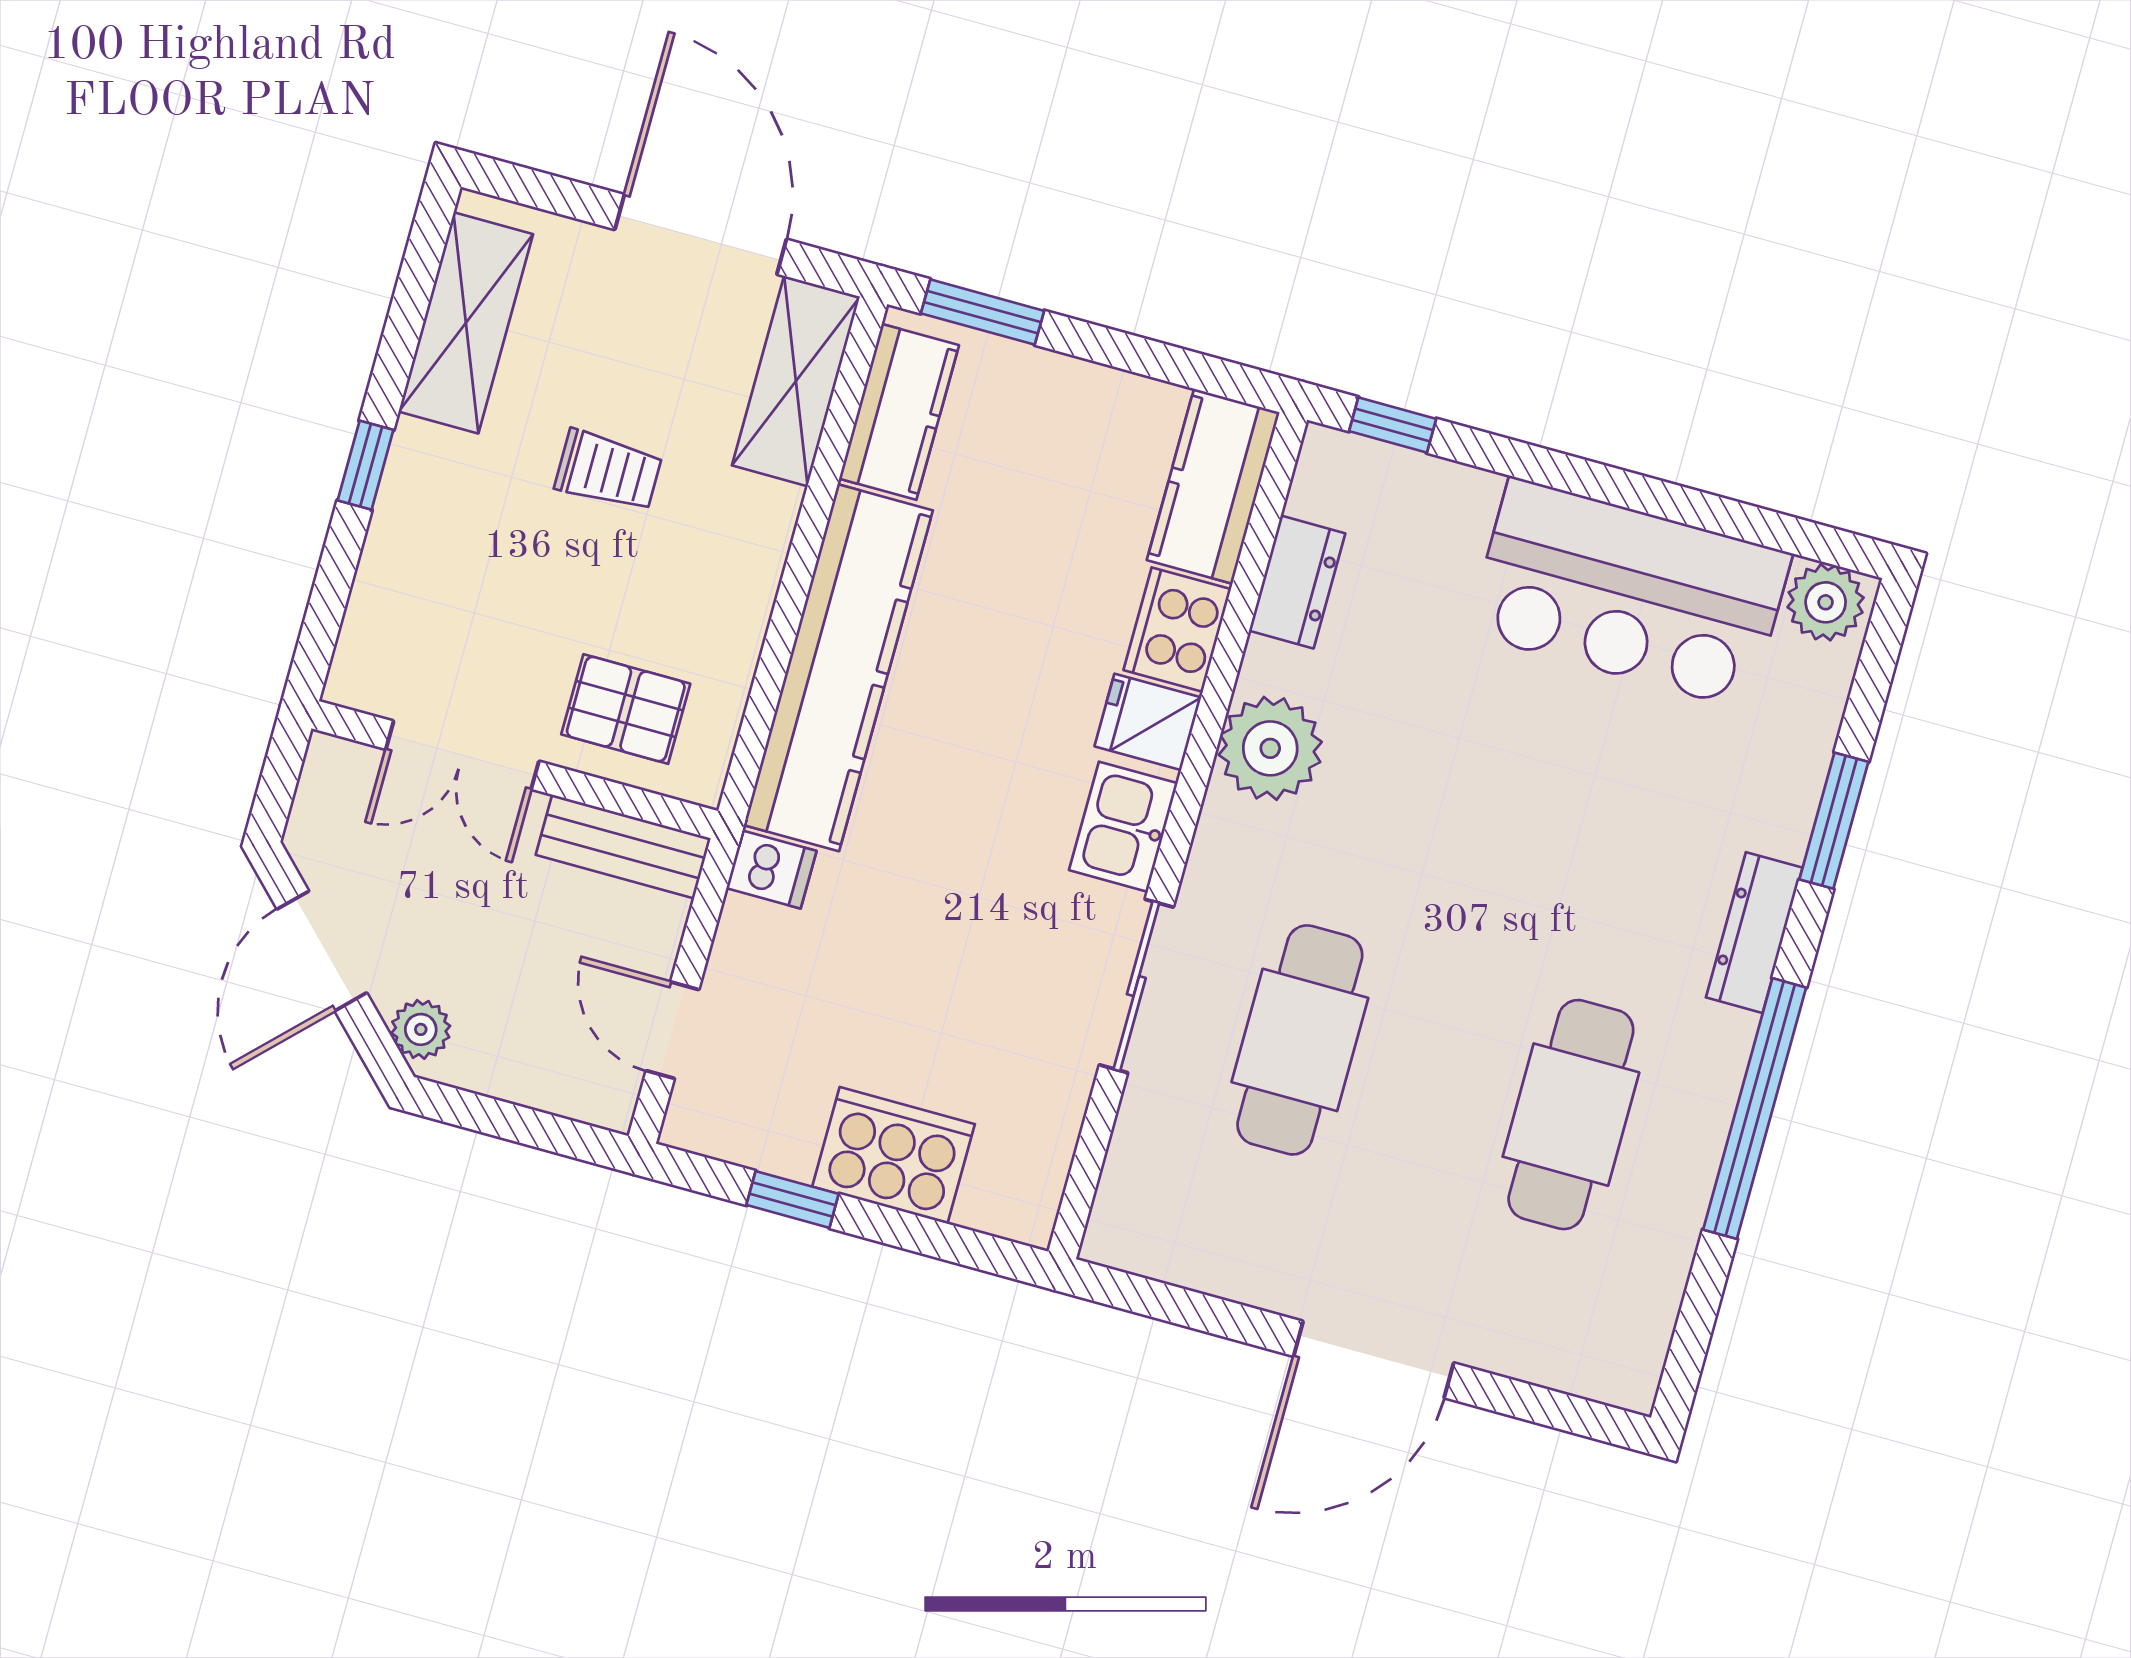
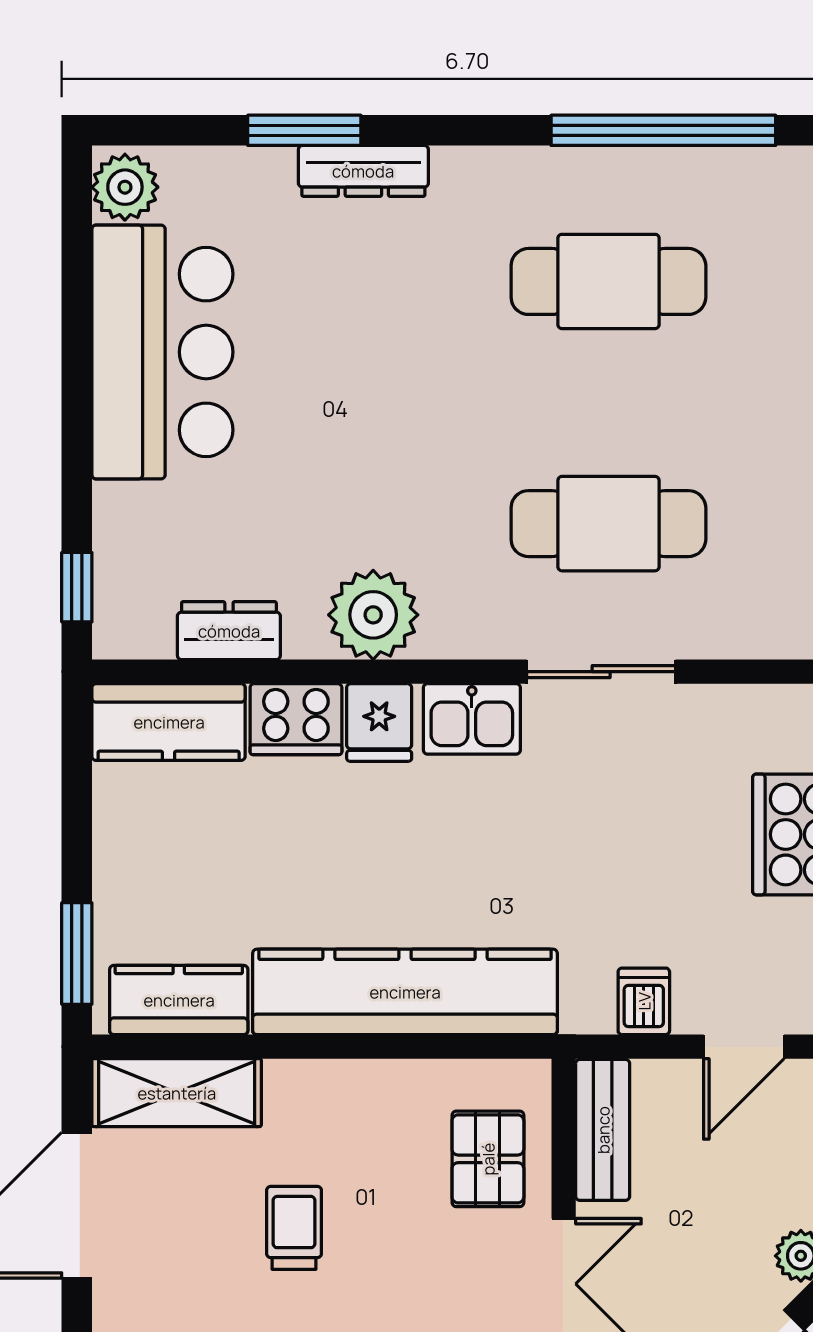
dishwasher: (771, 870) -> (644, 1001), moved
dresser: (1754, 933) -> (363, 171), moved
window: (1755, 1109) -> (663, 130), moved

